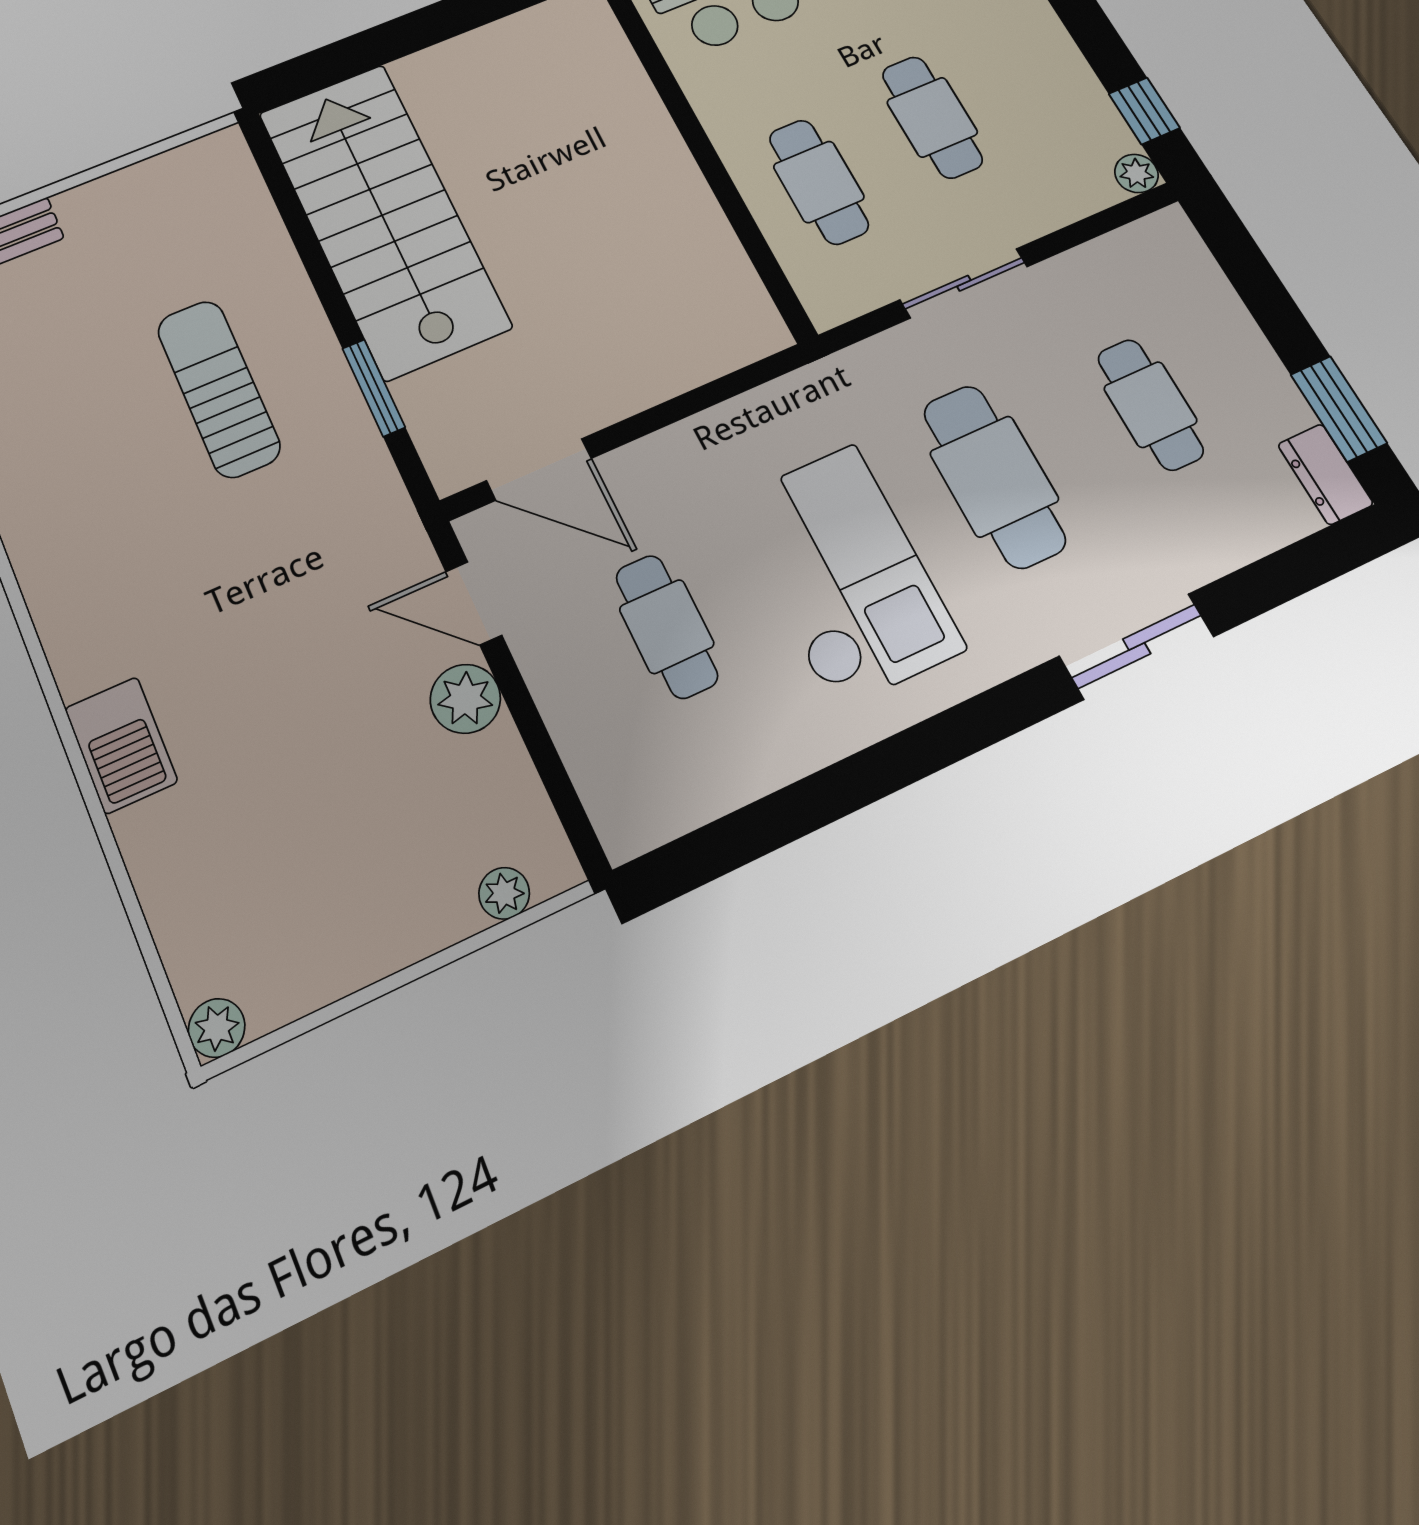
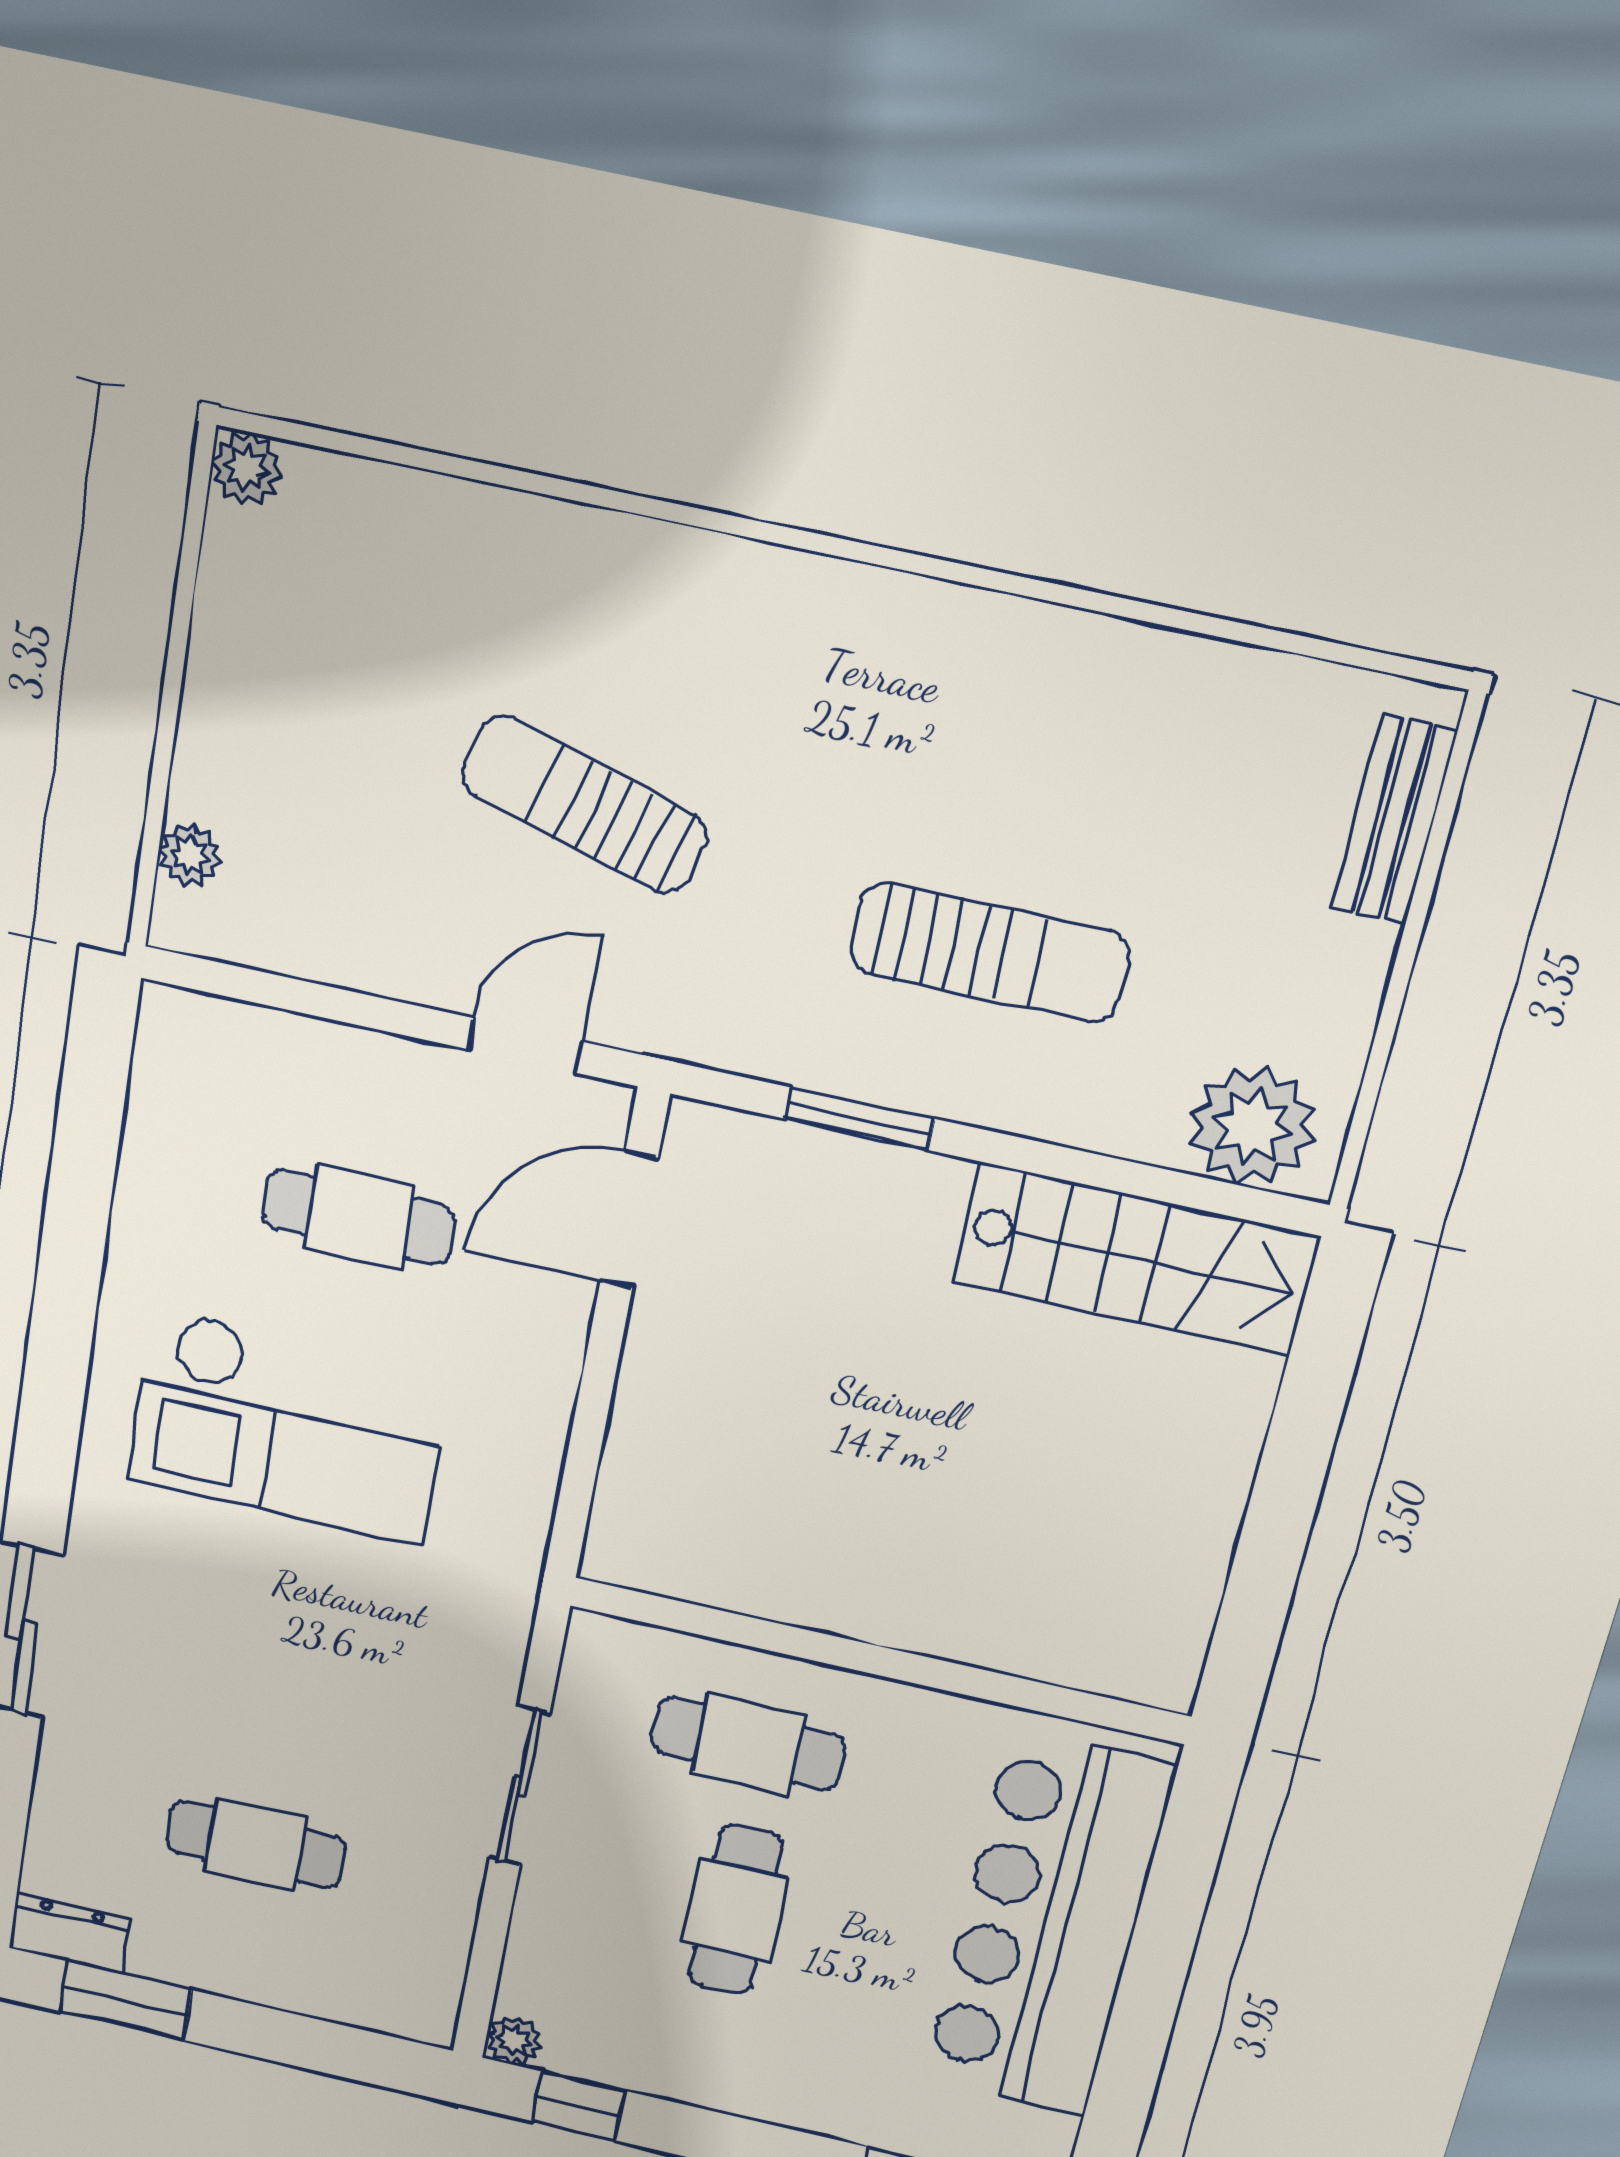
cafe table: (932, 117) -> (735, 1910), turned 90
stairs: (384, 219) -> (1135, 1259), width x0.73, depth x0.66
cafe table: (994, 476) -> (288, 1645), removed
sun lounger: (292, 672) -> (584, 805), added
plant: (465, 699) -> (1253, 1126), moved, width x1.36, depth x1.36
barbecue: (121, 745) -> (632, 567), removed

